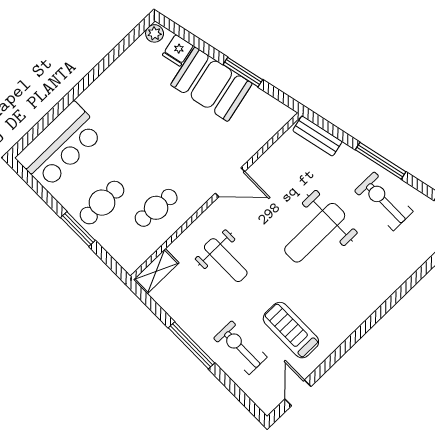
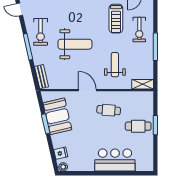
booth: (211, 84) -> (57, 116), moved
bar counter: (60, 145) -> (115, 160), moved
cafe table: (156, 208) -> (109, 110), moved

